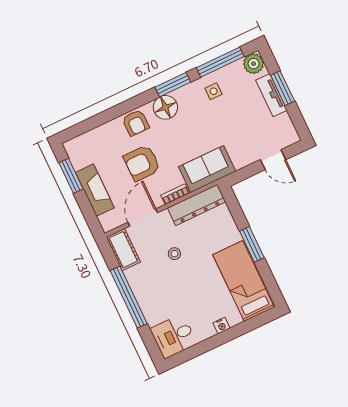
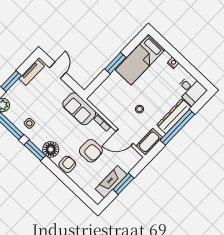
tv unit: (271, 95) -> (32, 72), moved
window: (71, 176) -> (123, 184), moved
fireplace: (95, 190) -> (111, 182), moved
dresser: (197, 205) -> (174, 116), moved, turned -90

